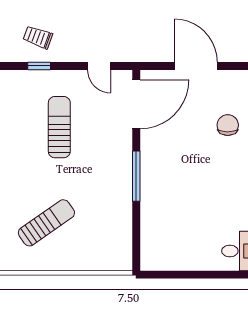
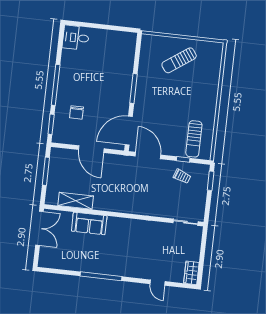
door: (99, 66) -> (148, 156), width x1.87
sun lounger: (59, 127) -> (194, 139), moved
sun lounger: (46, 223) -> (179, 60), moved

